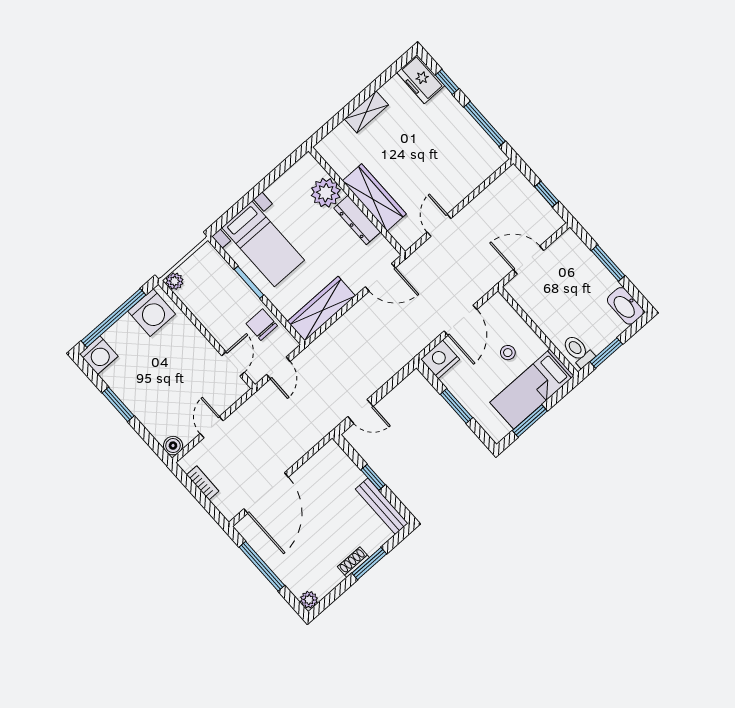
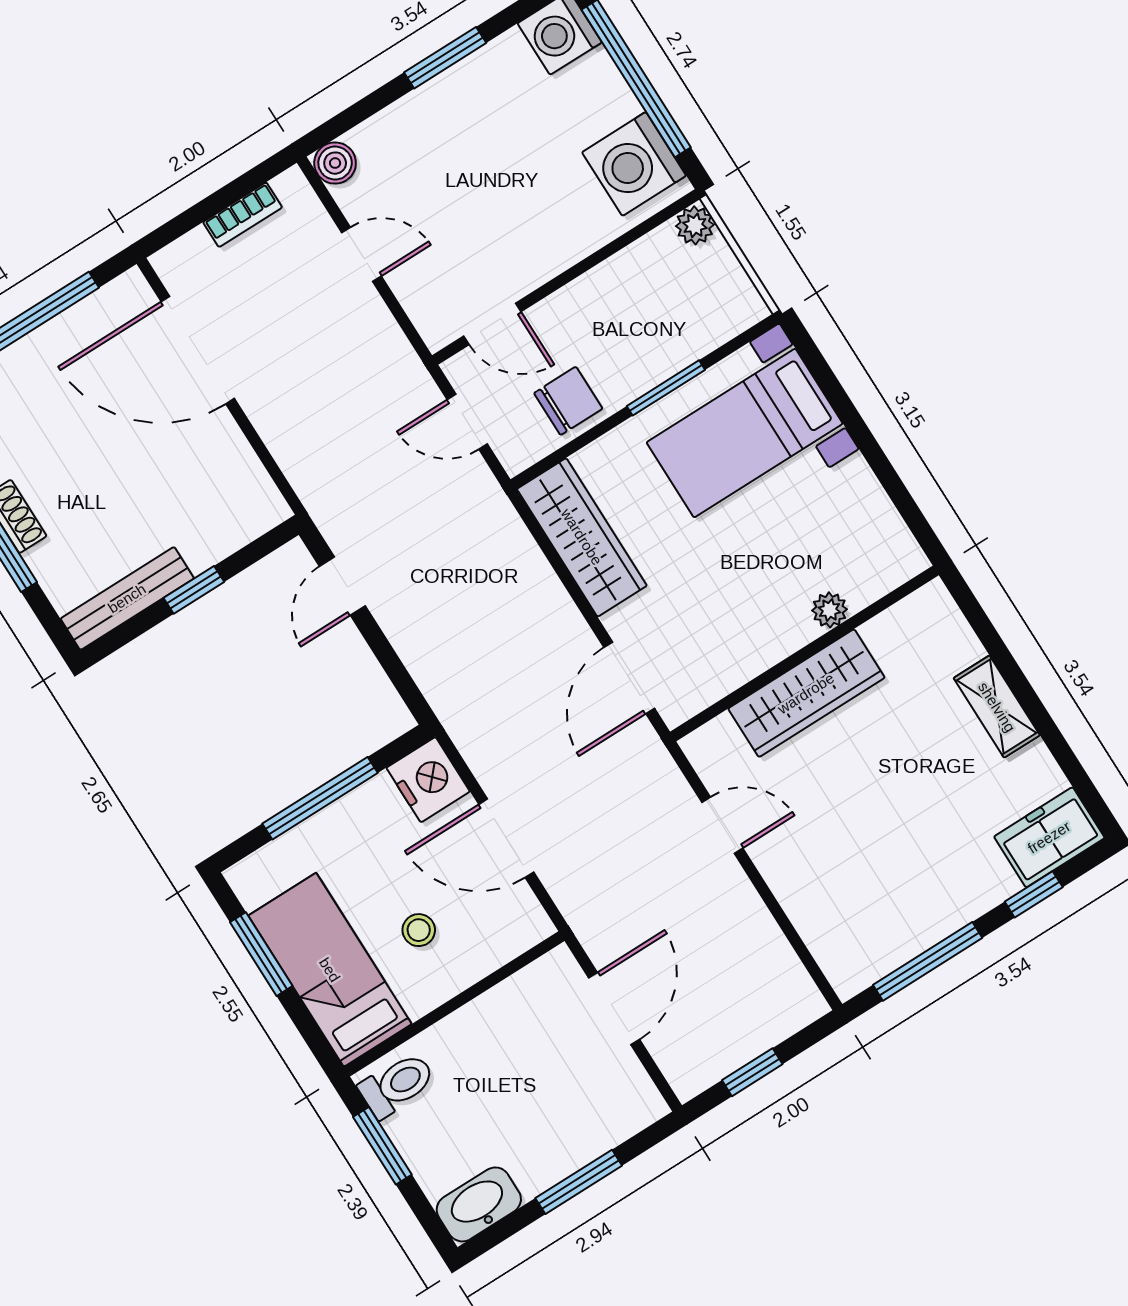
plant: (326, 193) -> (830, 610), width x0.53, depth x0.53
dresser: (357, 220) -> (763, 648), removed
window: (456, 406) -> (320, 798), width x1.44

